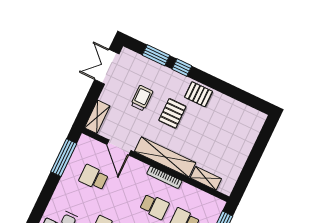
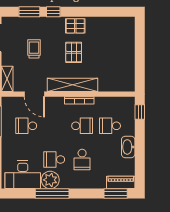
pallet: (172, 113) -> (74, 52), moved
shelving: (206, 178) -> (111, 86), removed

